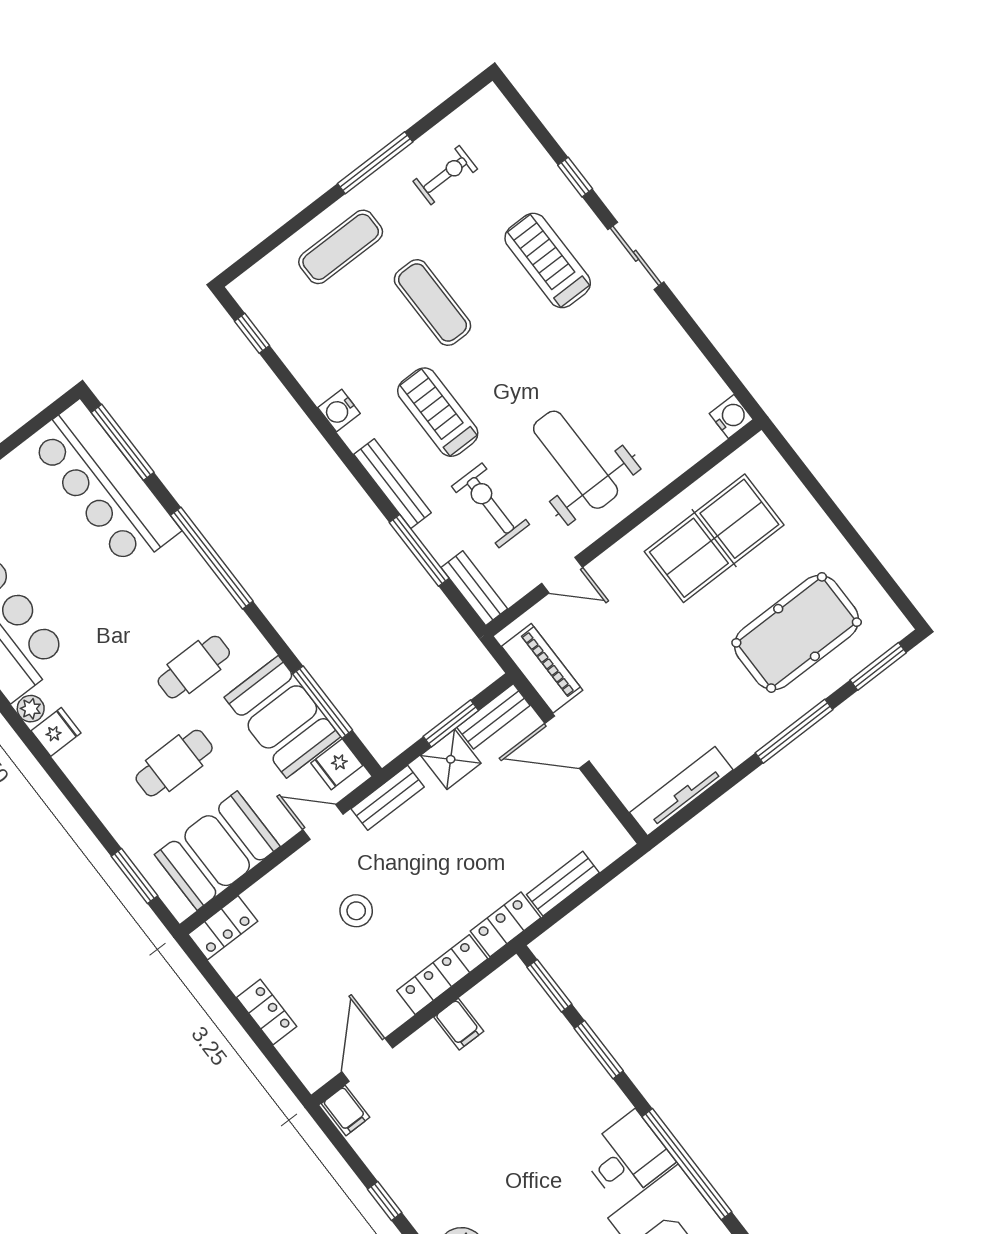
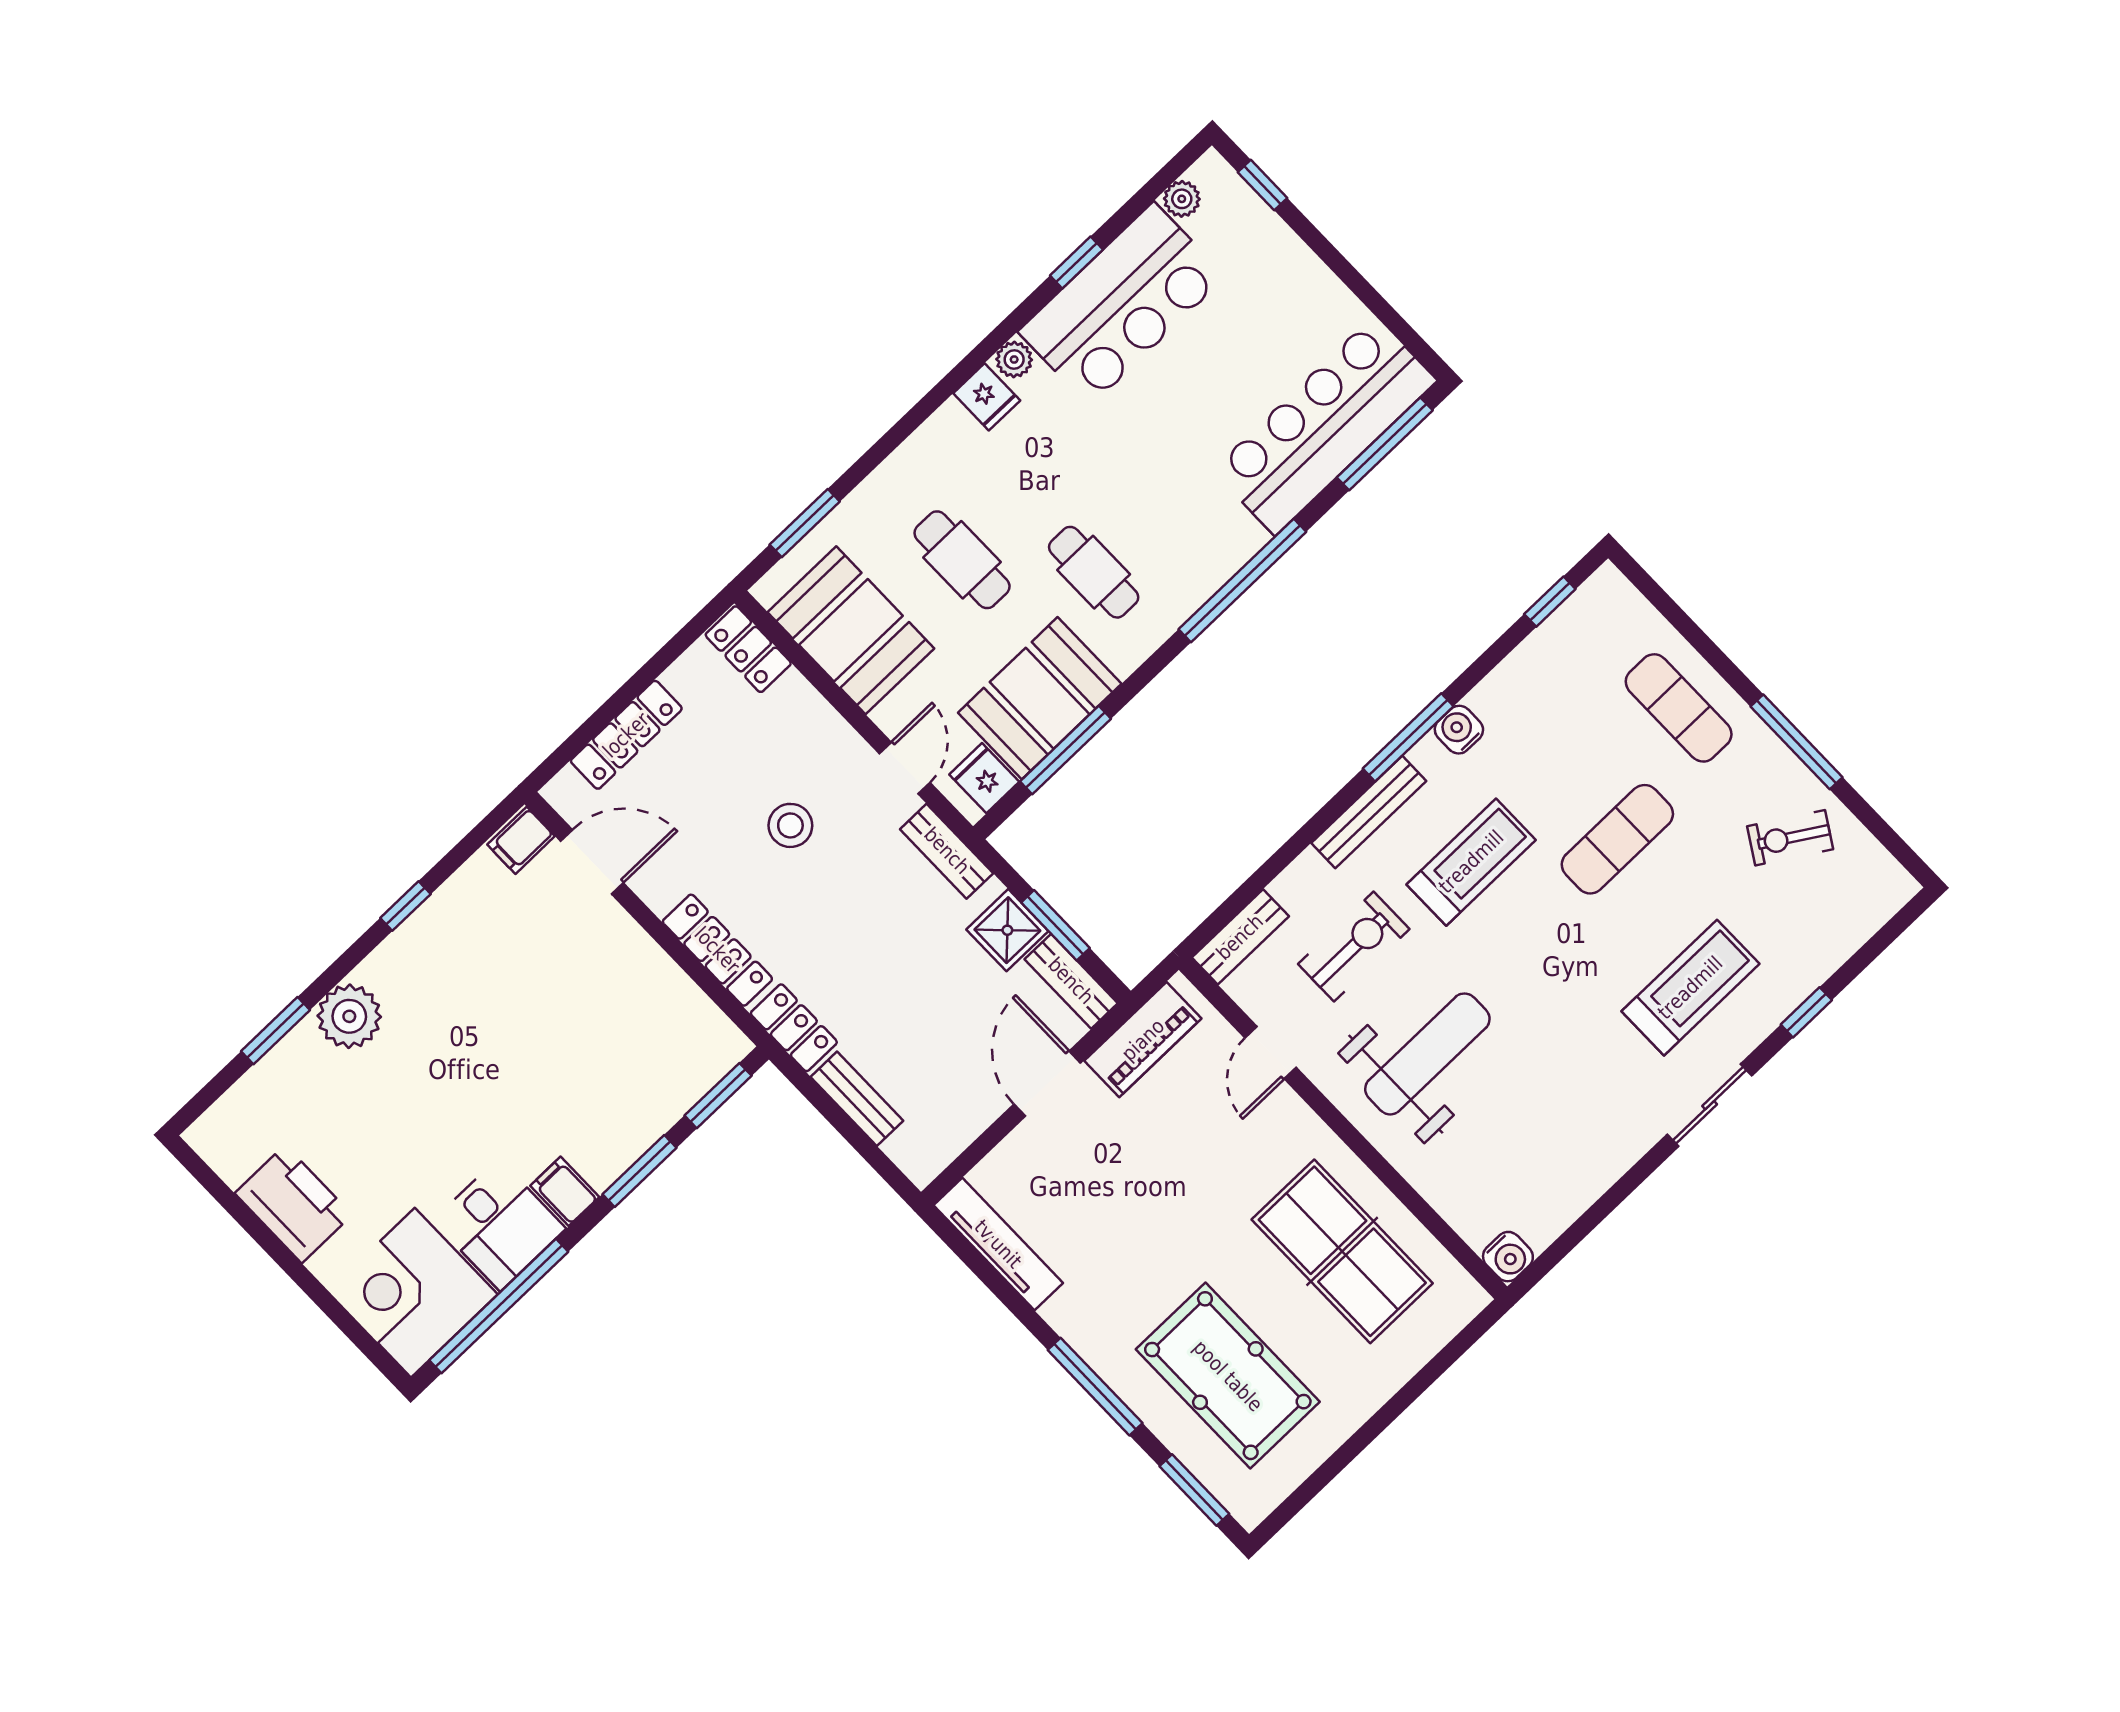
exercise bike: (445, 175) -> (1790, 838), turned 122
window: (419, 550) -> (1408, 737), moved
locker: (267, 1012) -> (626, 735), width x1.53
filing cabinet: (459, 1024) -> (565, 1191), moved, turned 90

